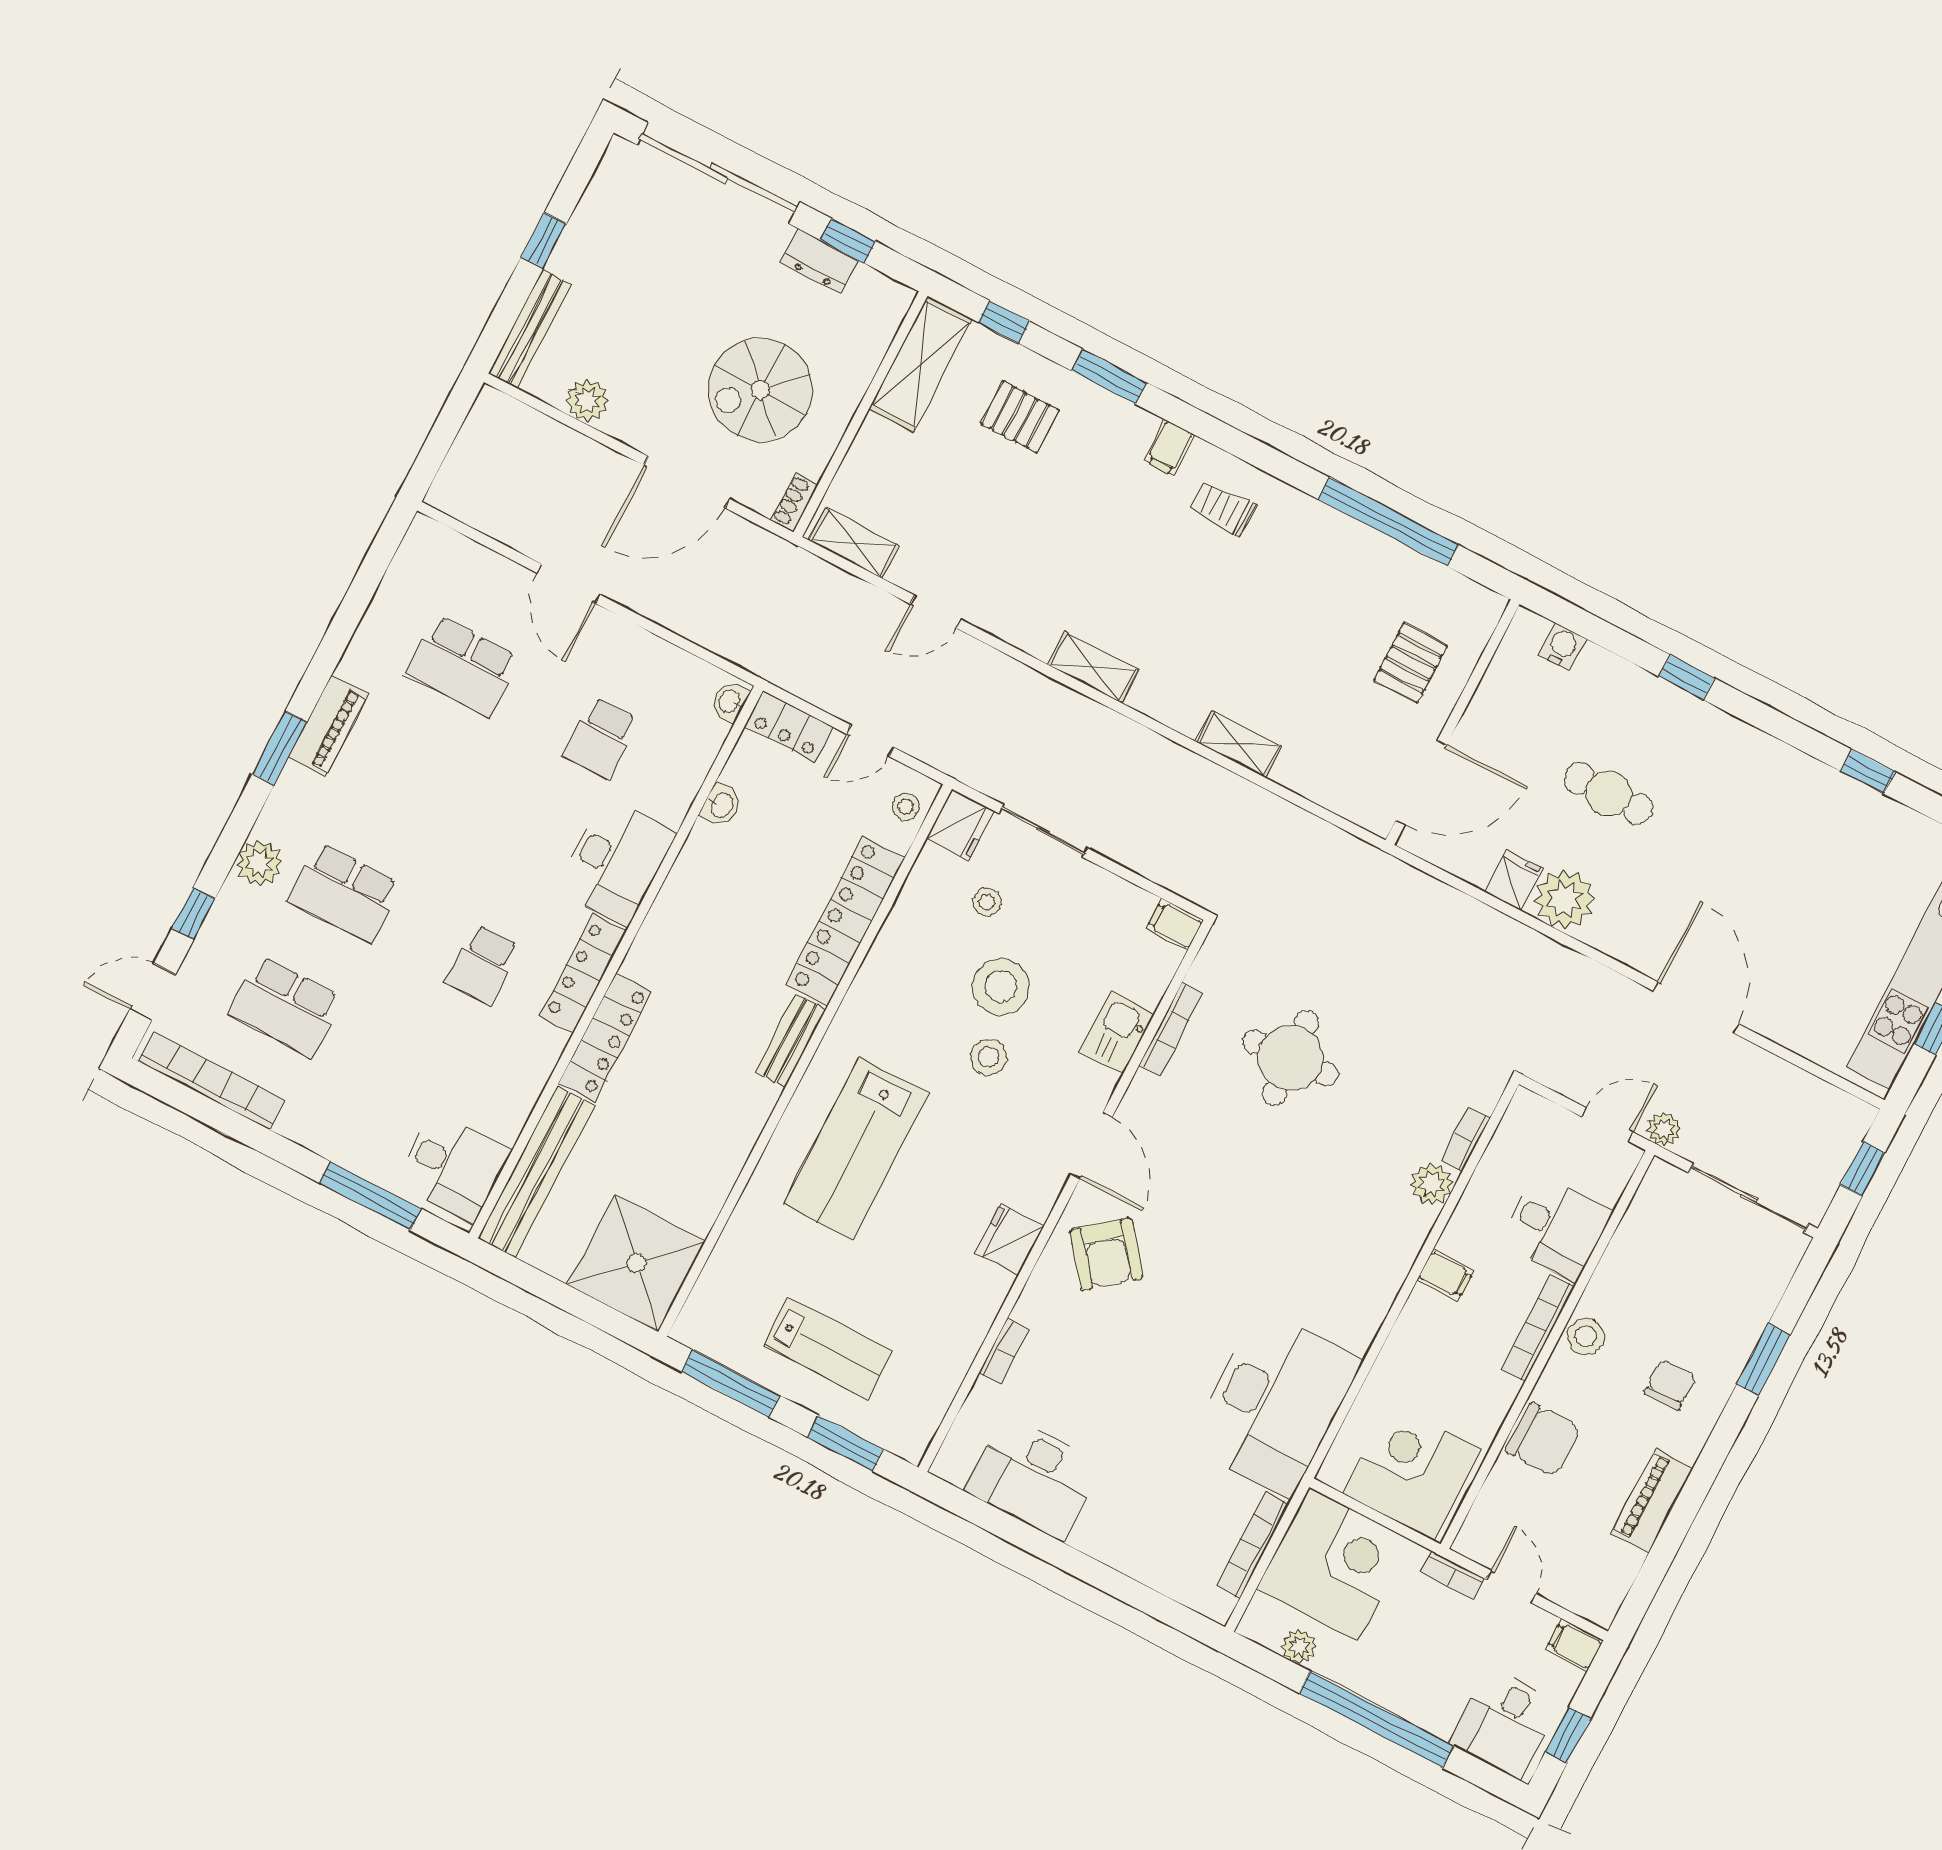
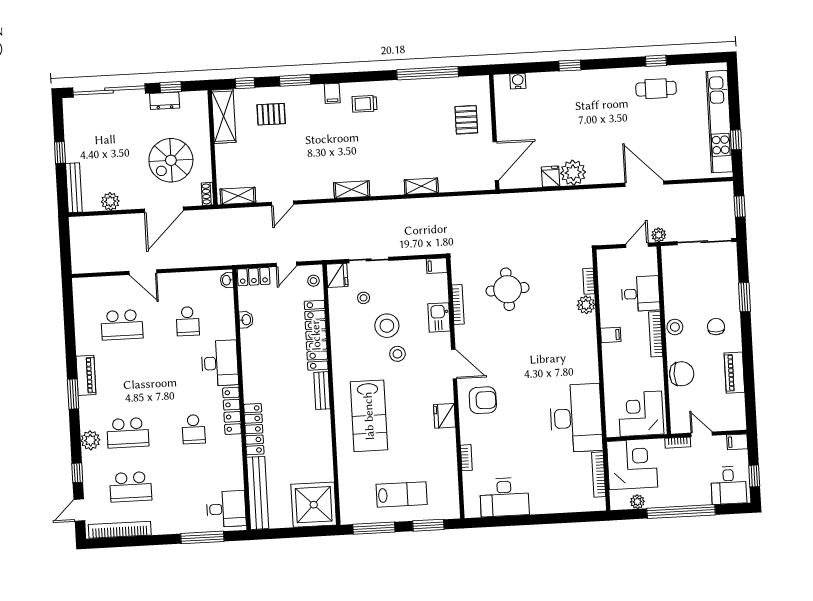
cafe table: (1609, 793) -> (656, 89), moved
armchair: (1106, 1254) -> (483, 400), turned -51

